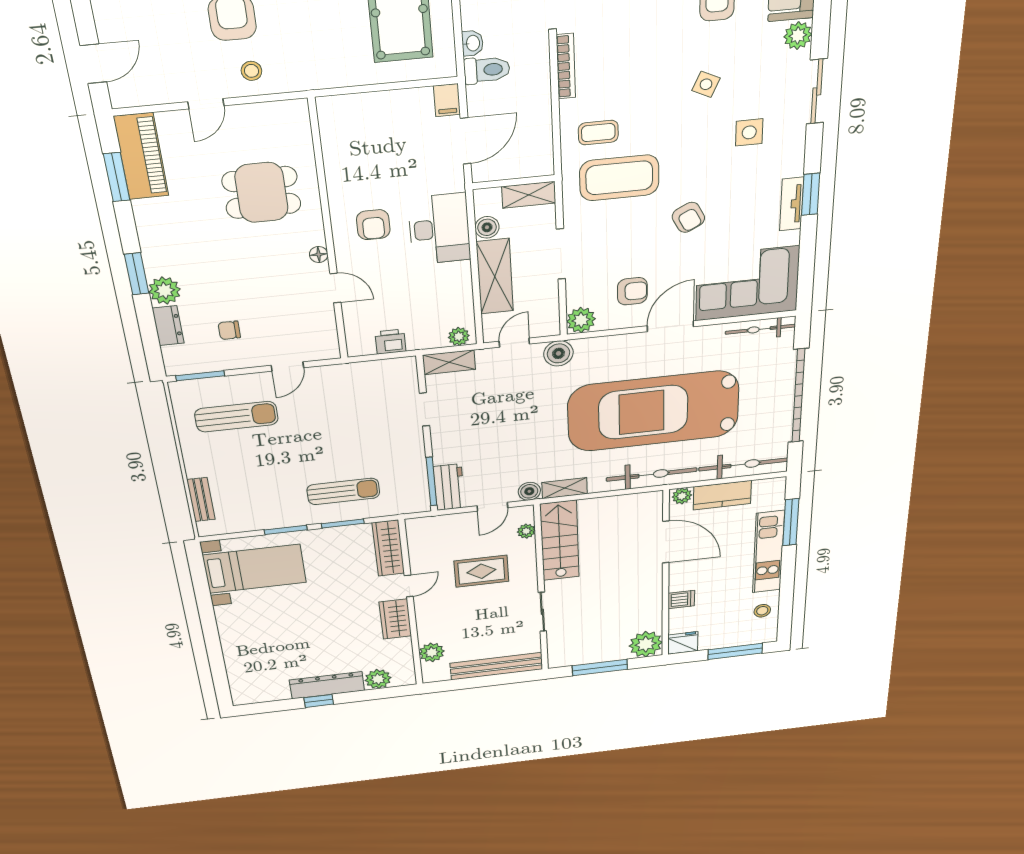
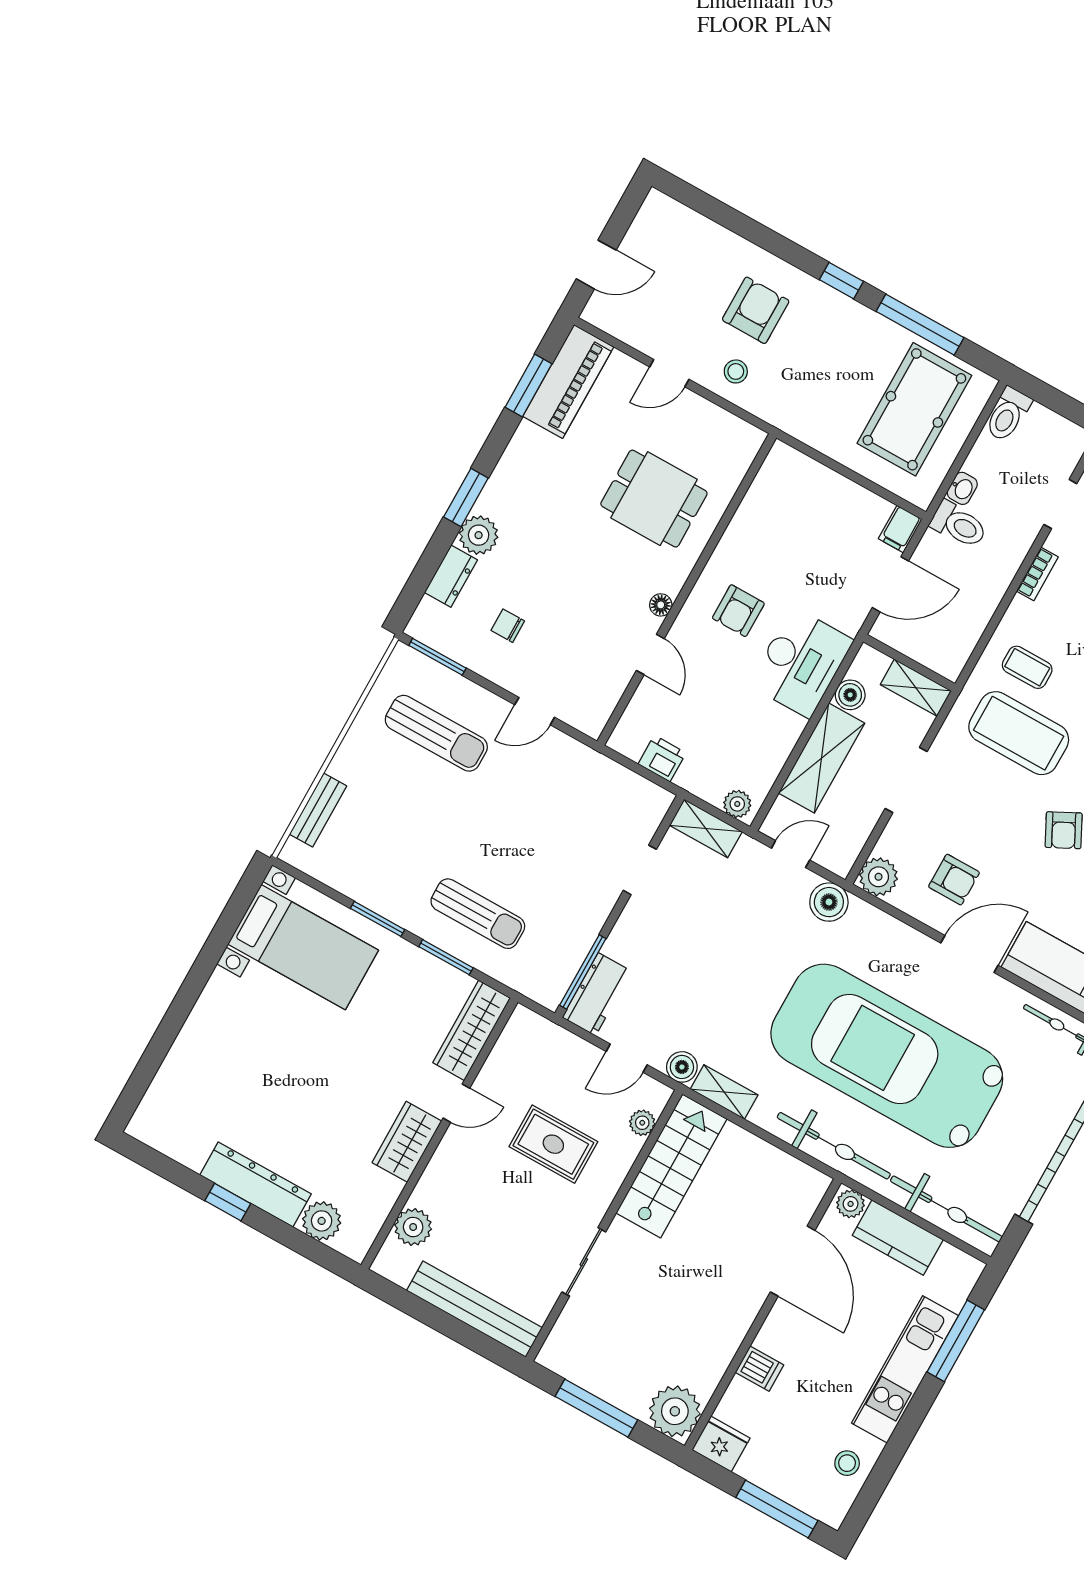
bookcase: (566, 66) -> (1037, 574), width x0.64

